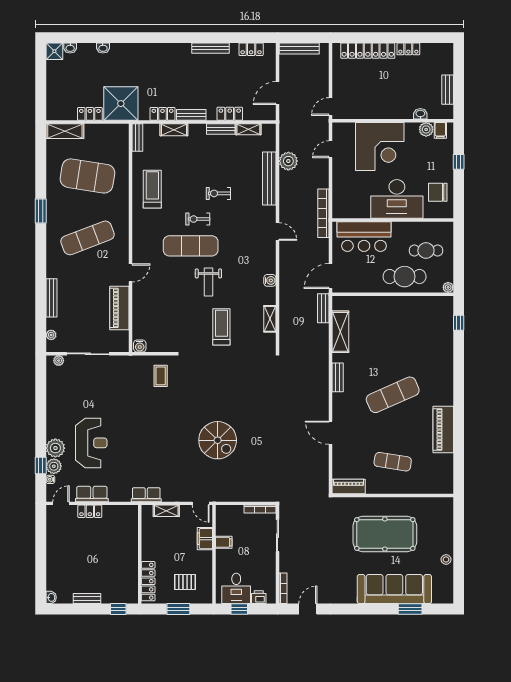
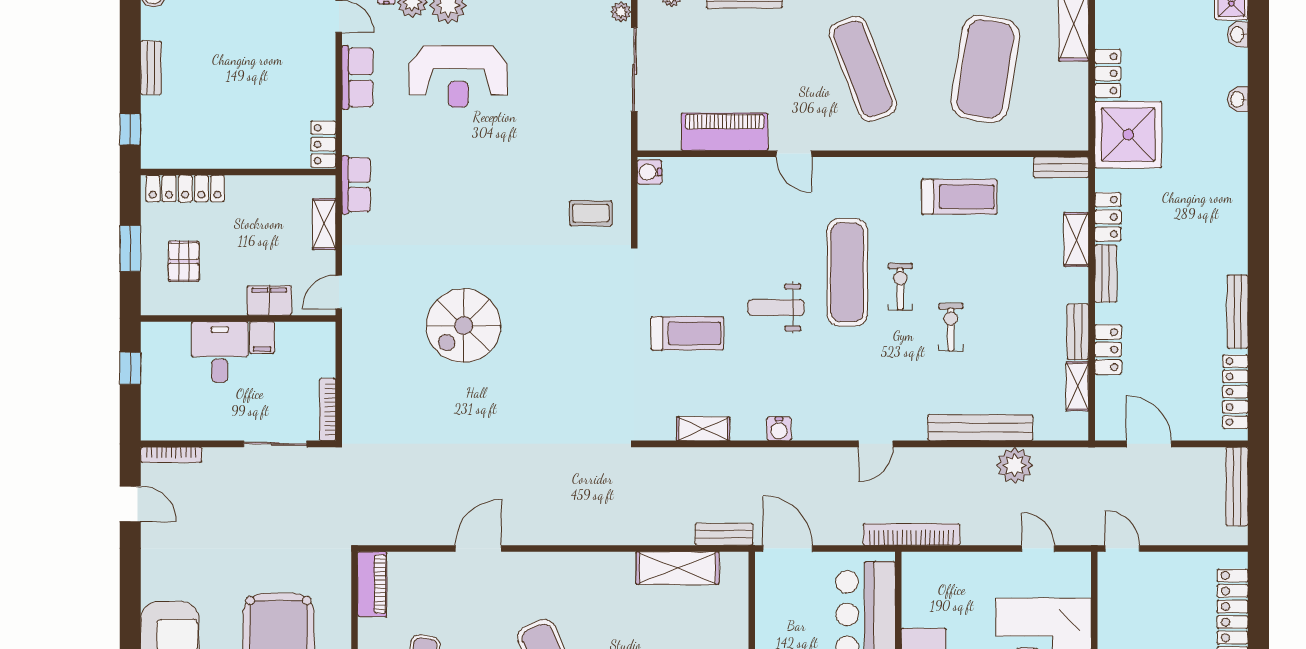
locker: (251, 49) -> (1235, 392), width x1.53
bench: (338, 377) -> (588, 563), removed
locker: (90, 511) -> (323, 144), moved
desk: (236, 588) -> (220, 352), moved, turned 90
printer: (259, 597) -> (154, 407), removed

